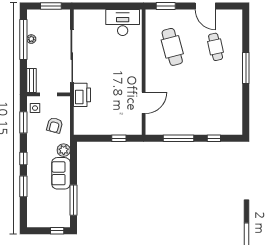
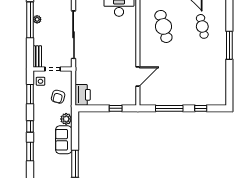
printer: (82, 95) -> (83, 95), moved

